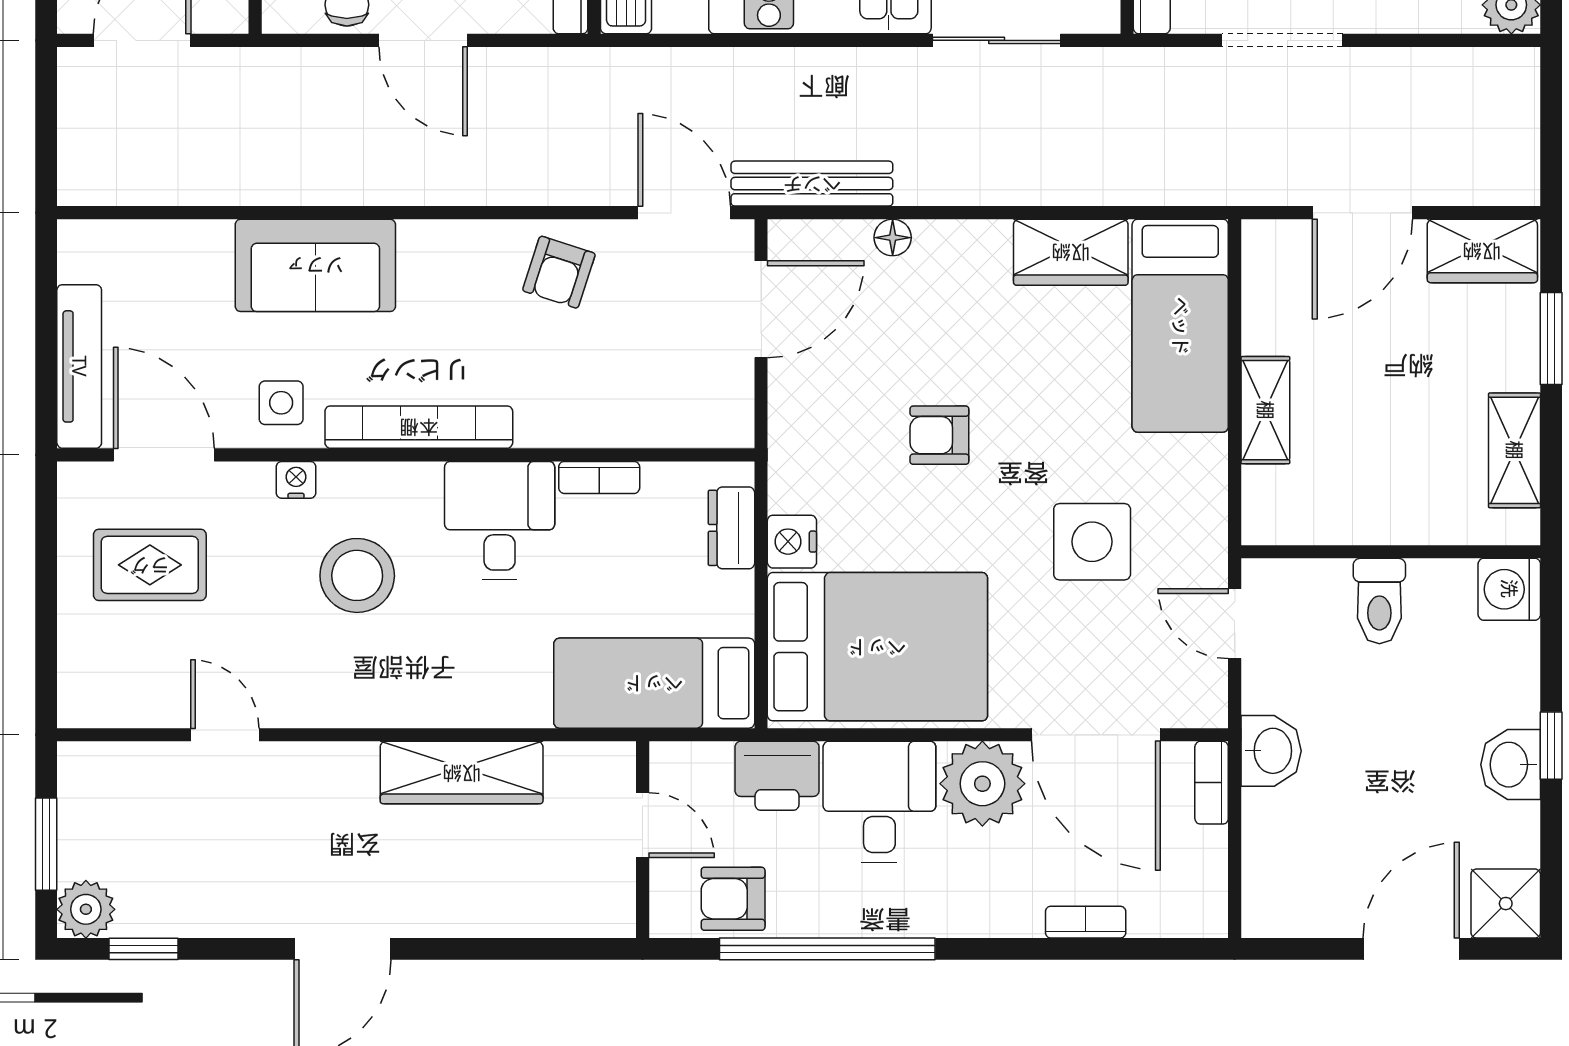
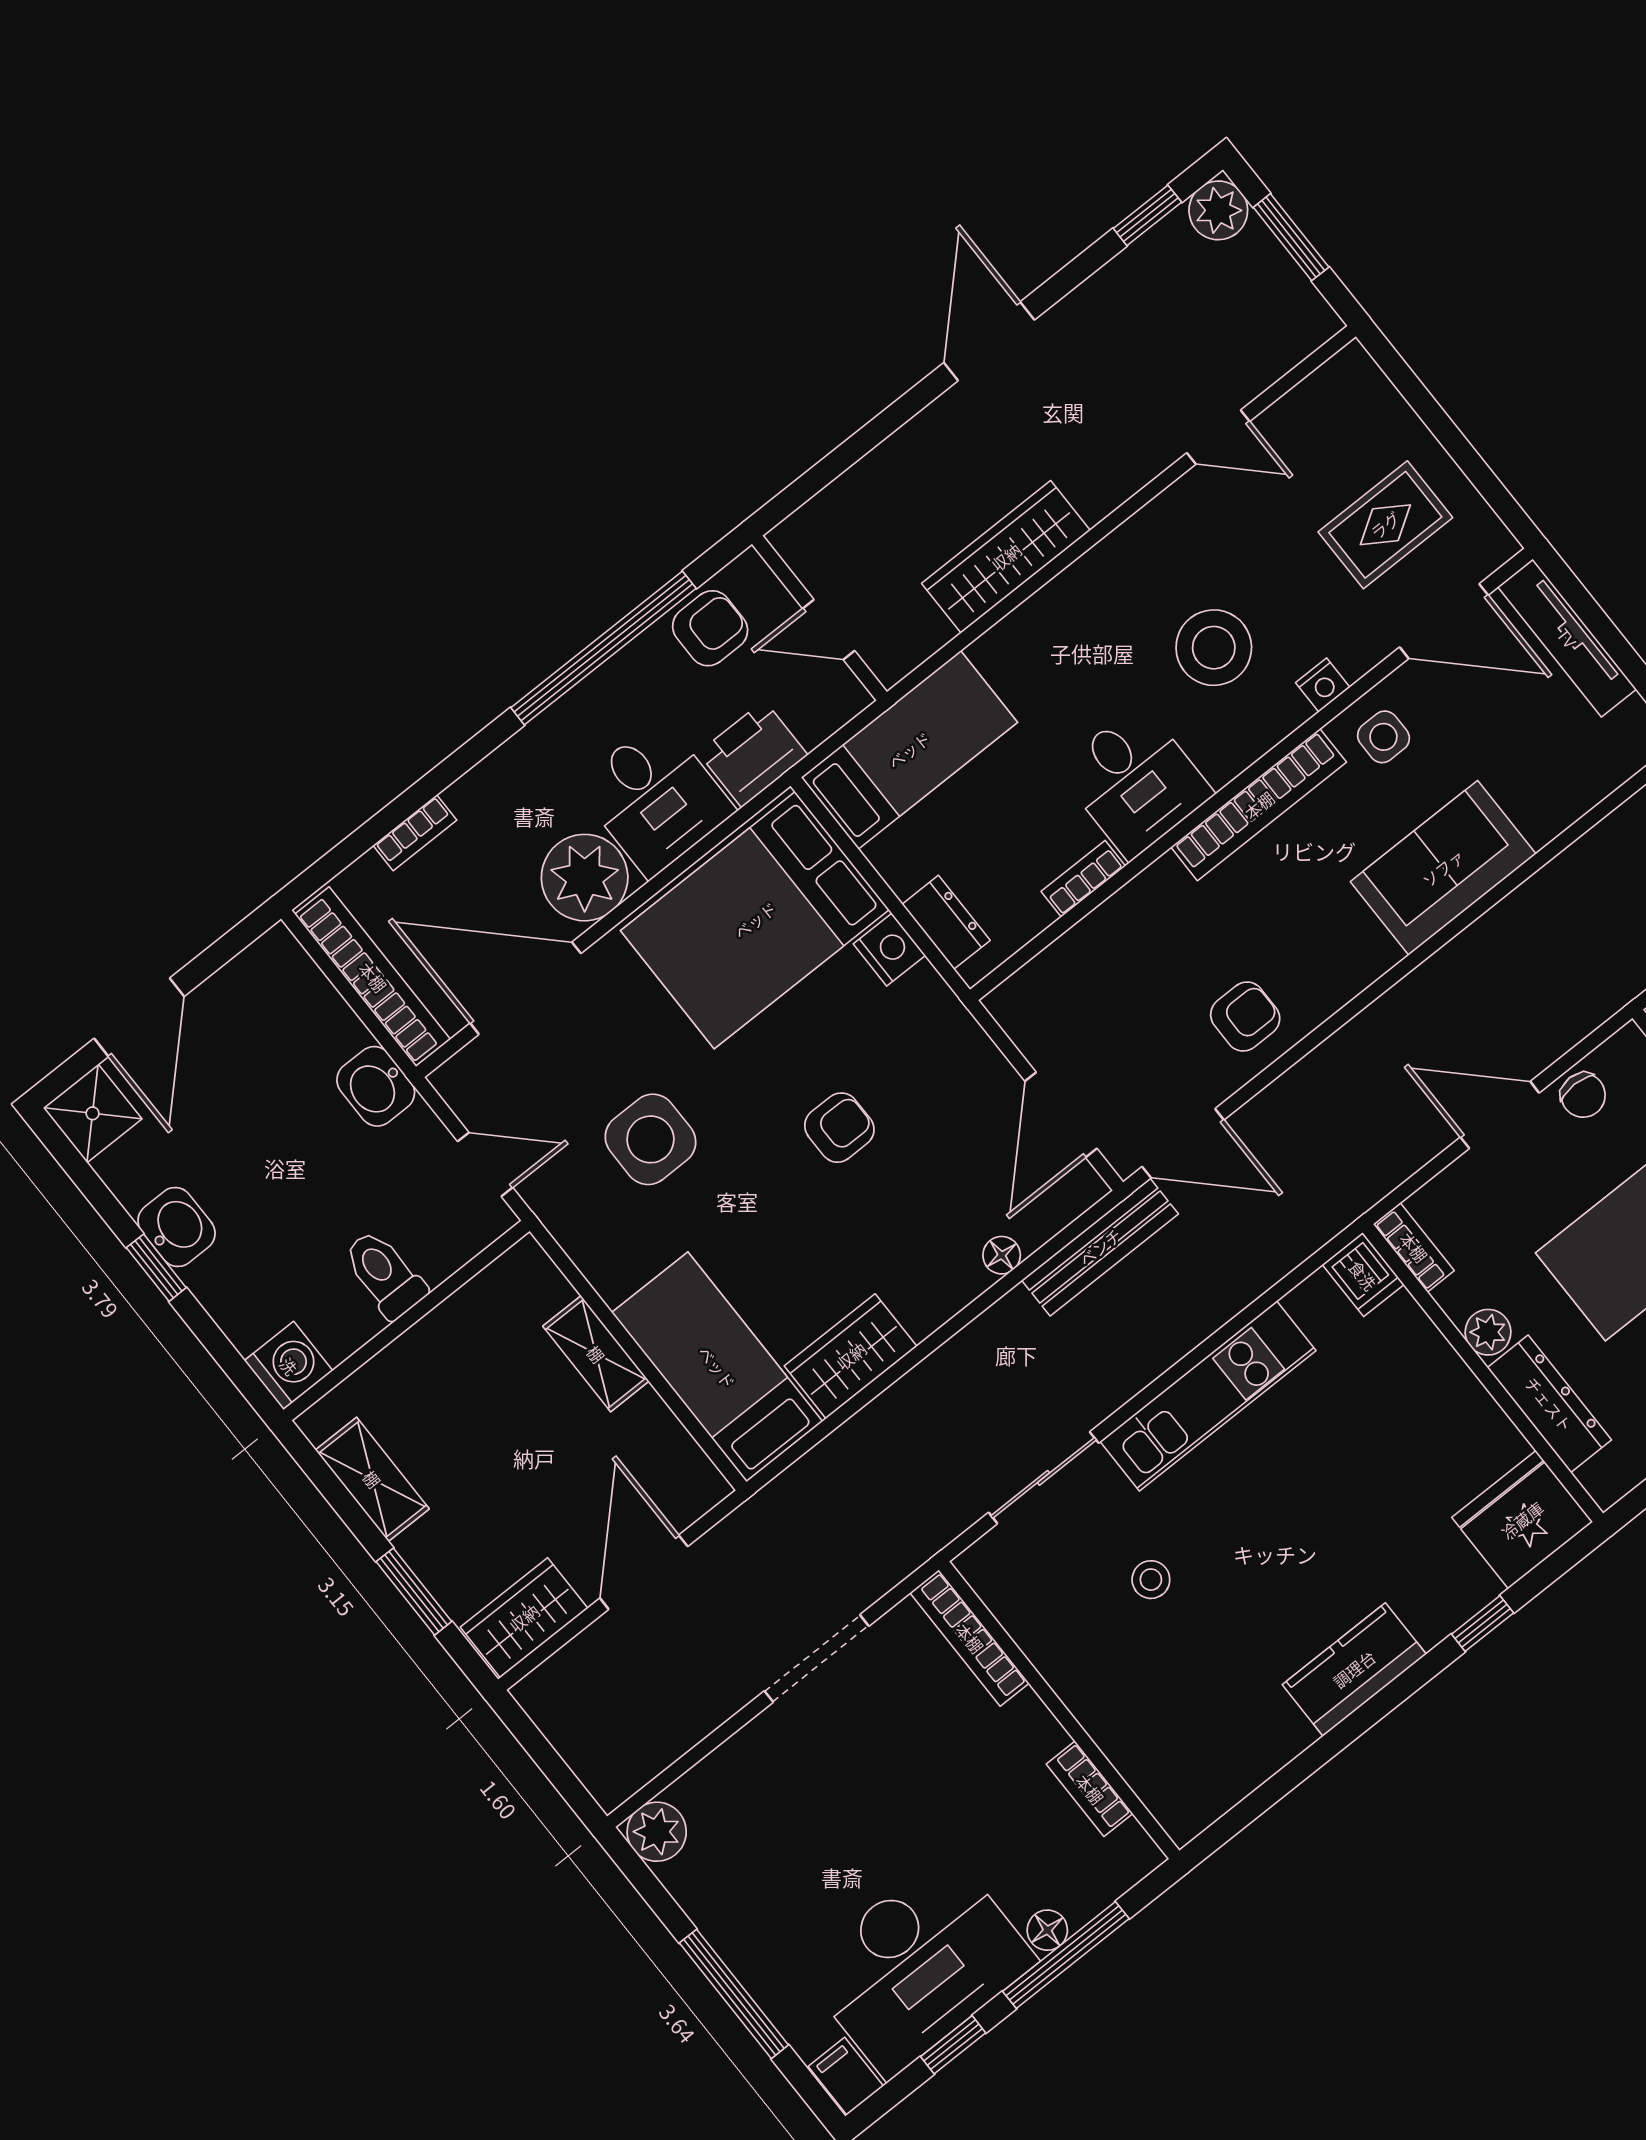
armchair: (559, 272) -> (1245, 1017), turned 72
bookcase: (1212, 783) -> (373, 977), width x2.31, depth x1.31

